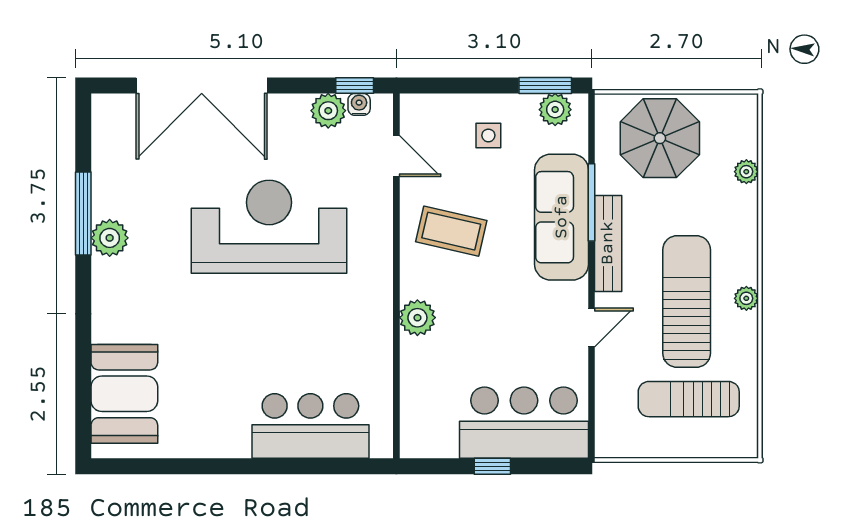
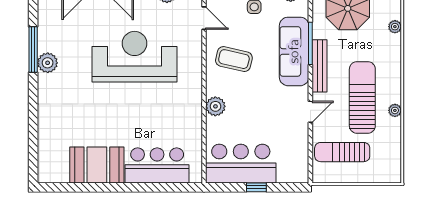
plant: (746, 298) -> (395, 110), moved
booth: (124, 394) -> (97, 165), moved, turned 90
sun lounger: (689, 399) -> (342, 152), moved
bar counter: (524, 423) -> (241, 164), moved

